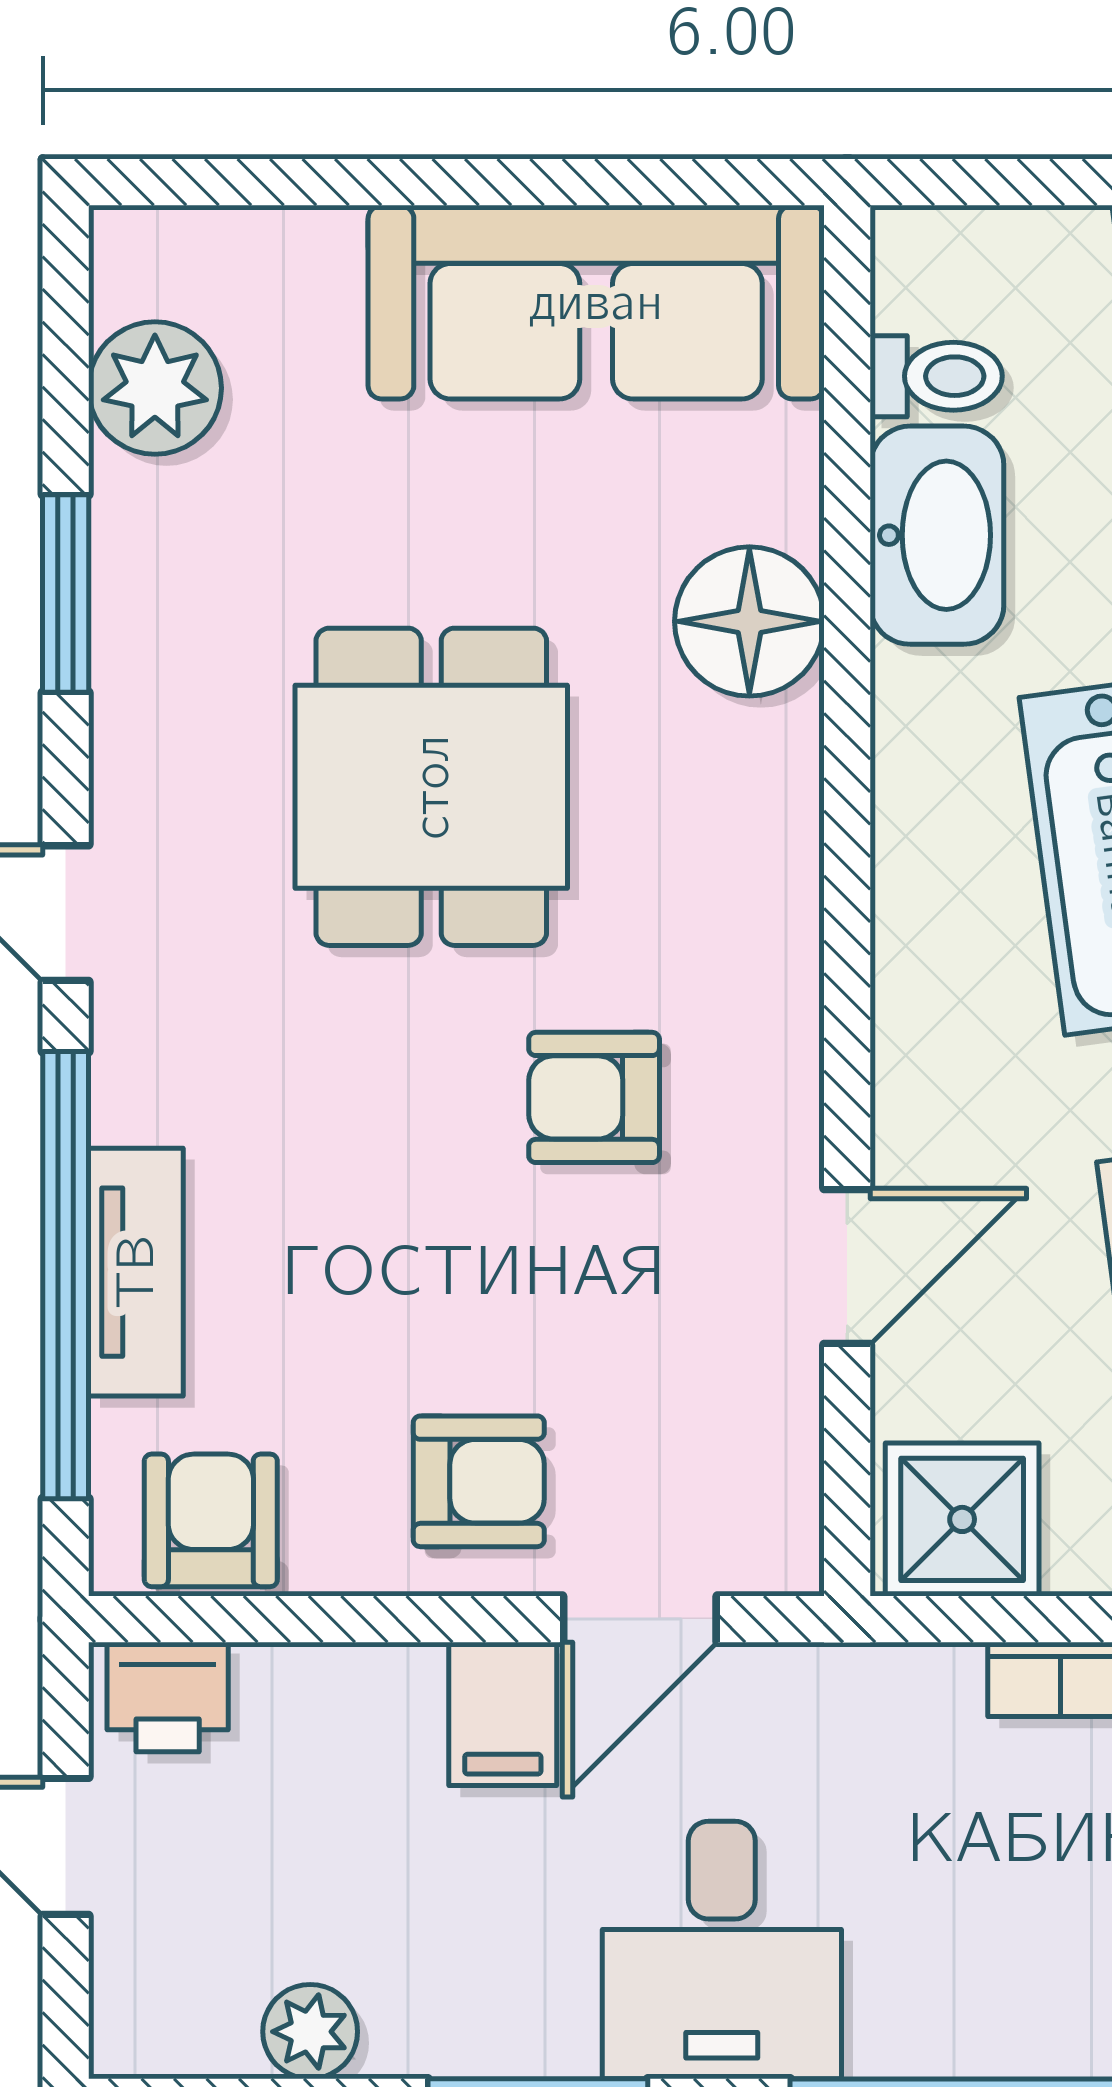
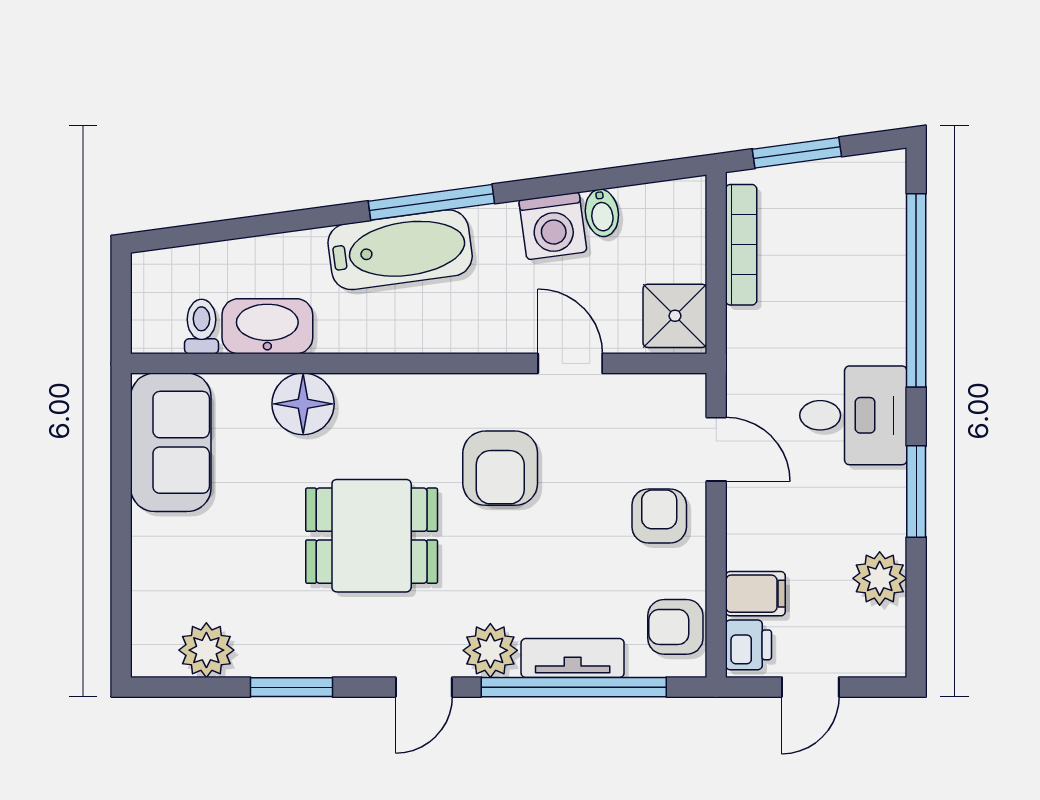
sofa: (596, 302) -> (171, 442), width x0.73
plant: (154, 1073) -> (490, 650), added
armchair: (594, 1097) -> (500, 468), width x1.38, depth x1.38
filing cabinet: (503, 1714) -> (755, 594), moved
plant: (310, 2032) -> (880, 578), width x1.38, depth x1.38

